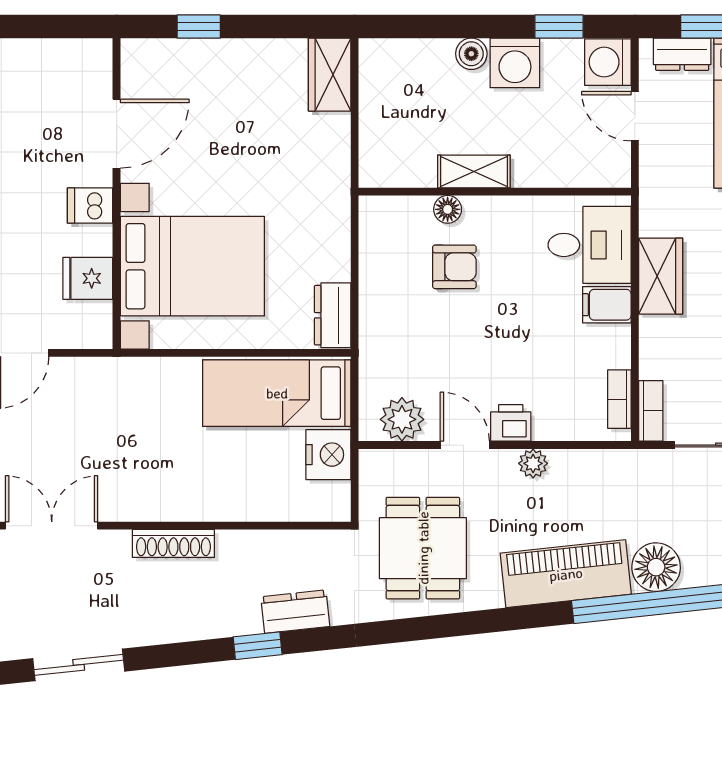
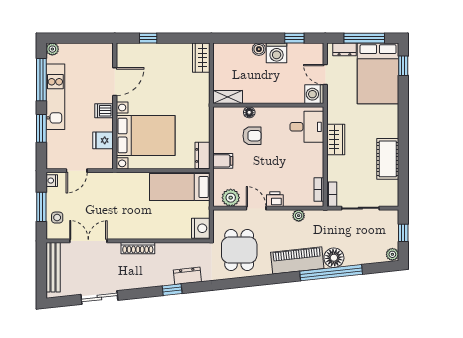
washing machine: (608, 62) -> (314, 94), moved
shelving: (474, 171) -> (228, 97), moved
filing cabinet: (607, 305) -> (223, 161), moved, turned 180
nightstand: (328, 455) -> (201, 228), moved
plant: (533, 463) -> (299, 216), moved

